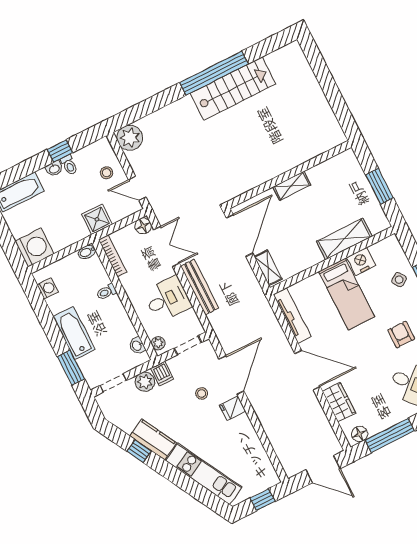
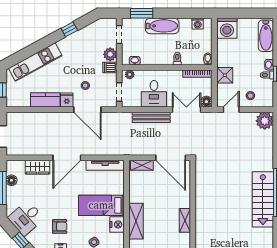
shelving: (292, 186) -> (185, 220), moved
double door: (167, 246) -> (186, 110), swing flipped
floor lamp: (360, 434) -> (11, 180), moved
kitchen counter: (153, 439) -> (45, 100), moved, turned -151

